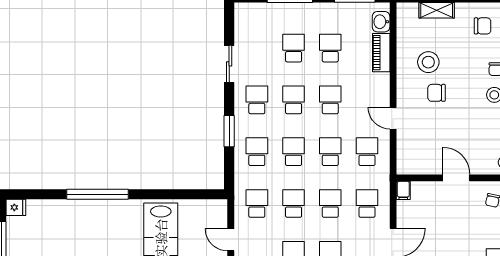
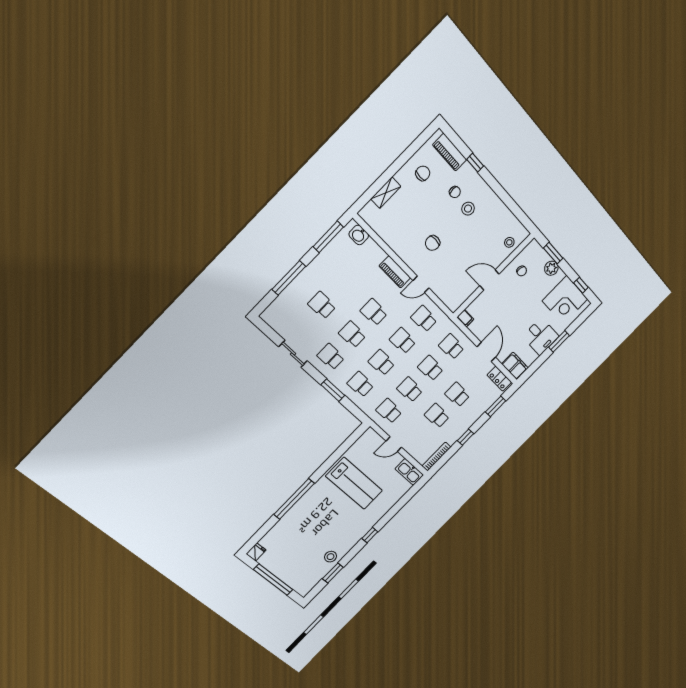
school desk: (330, 48) -> (344, 282), removed
piano: (381, 53) -> (395, 272), moved
stool: (428, 62) -> (411, 230), removed

